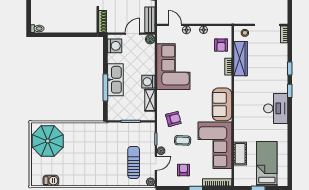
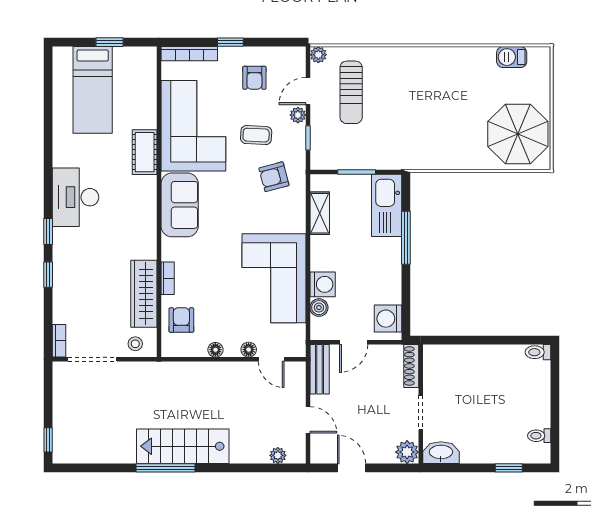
boiler: (150, 39) -> (319, 308), moved
kitchen sink: (115, 80) -> (387, 205), moved
washing machine: (148, 82) -> (323, 284), moved
cot: (240, 154) -> (145, 152), moved

